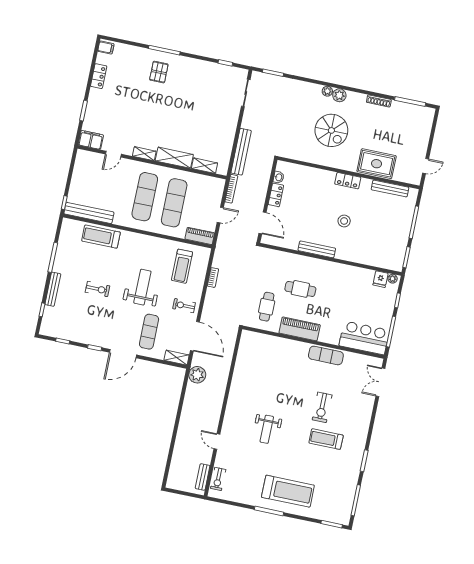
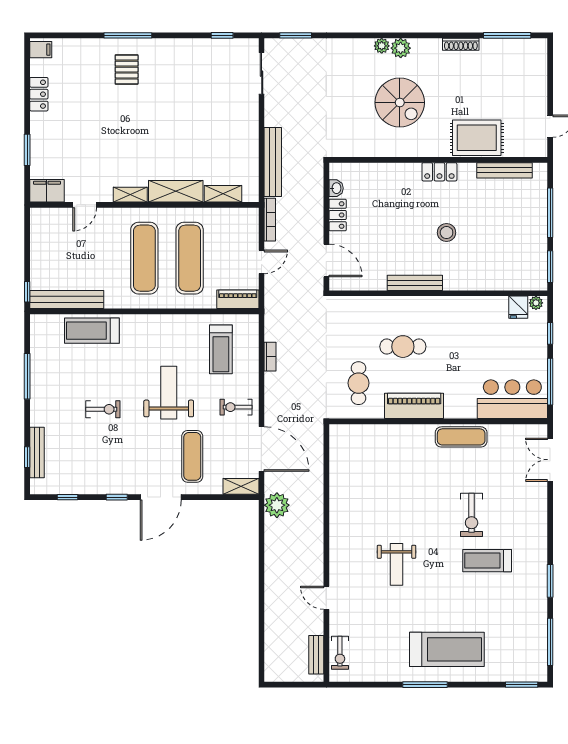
bench: (53, 289) -> (37, 453), moved

